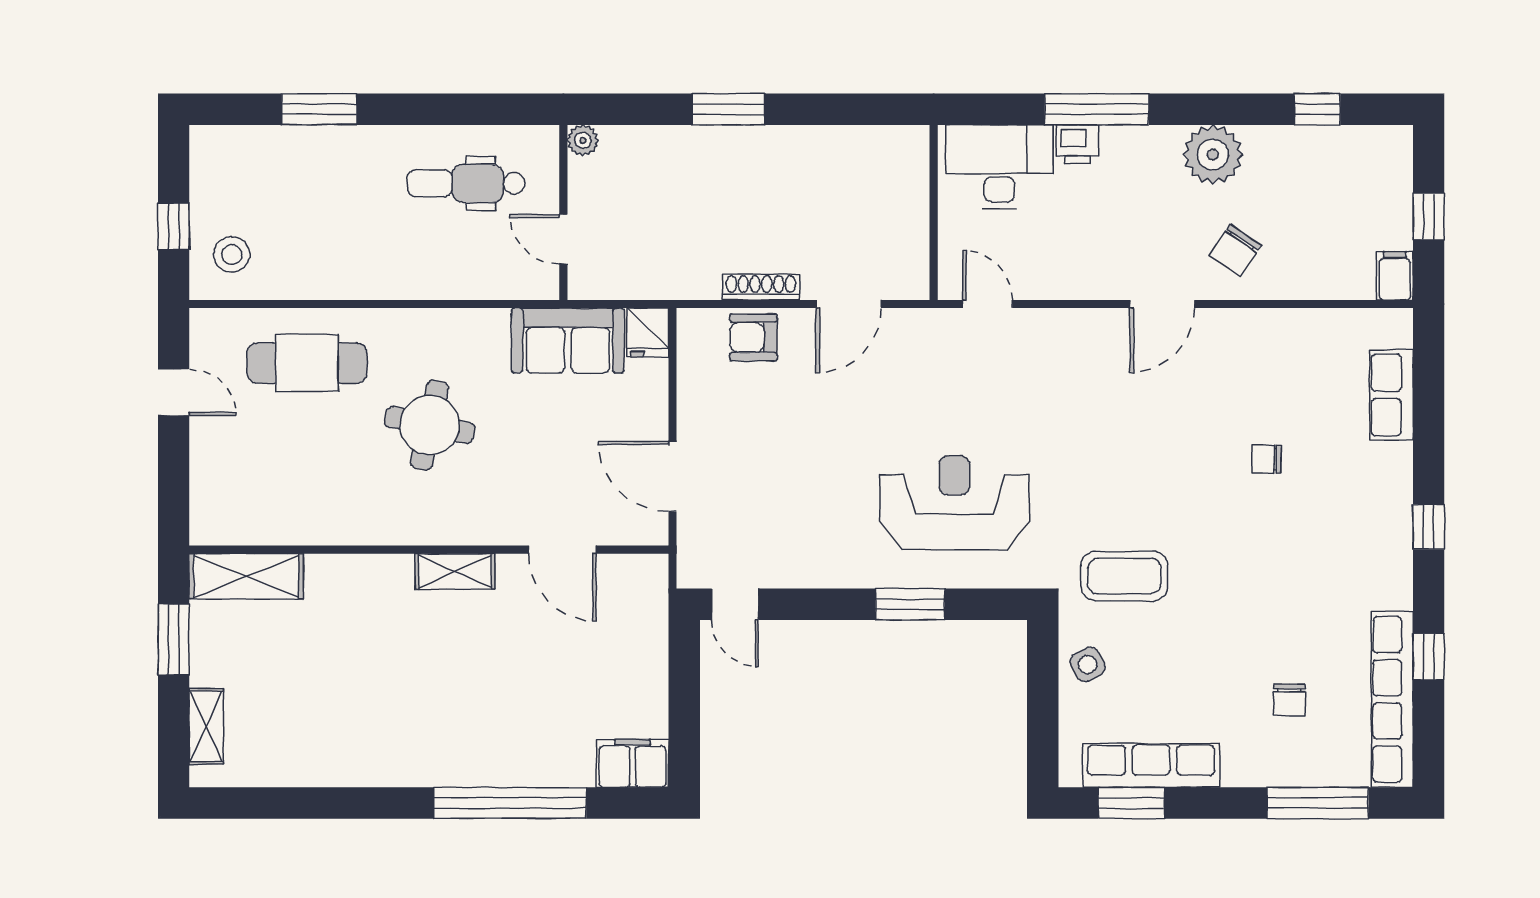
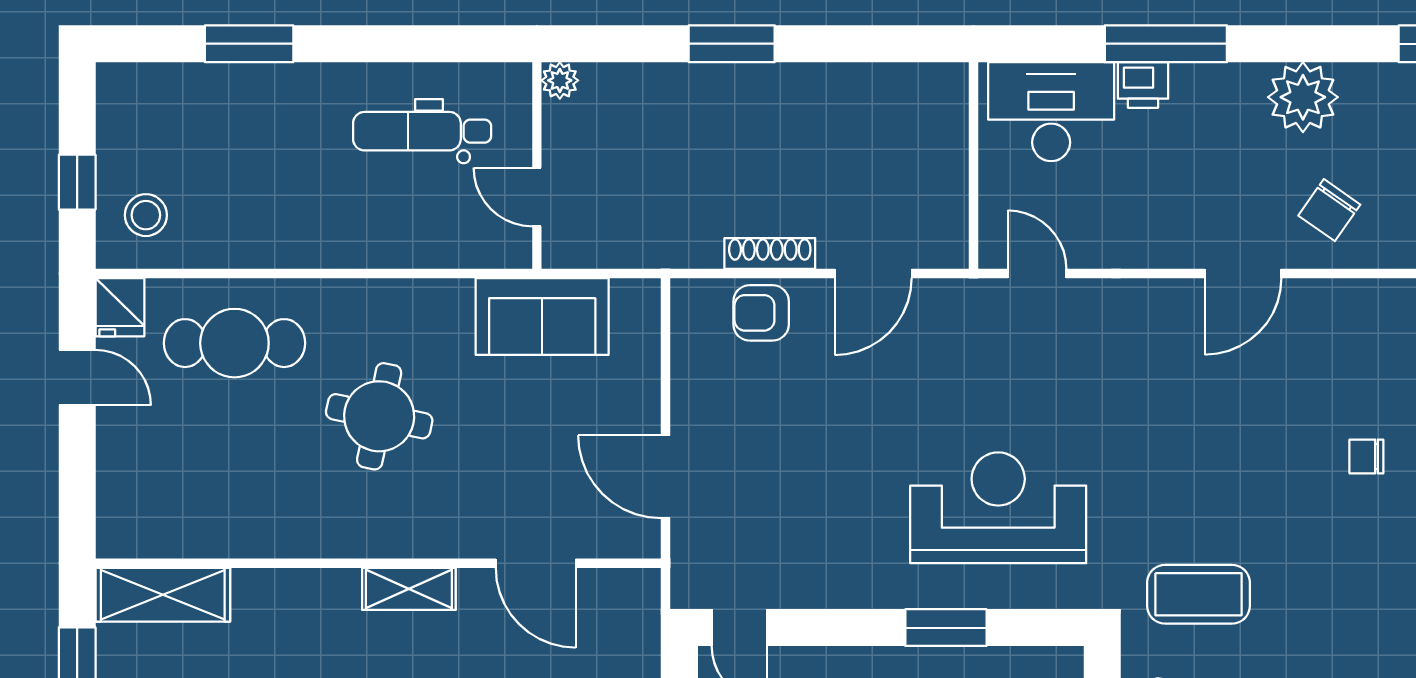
fridge: (648, 333) -> (120, 307), moved

